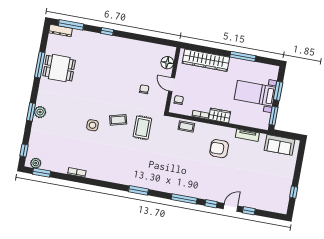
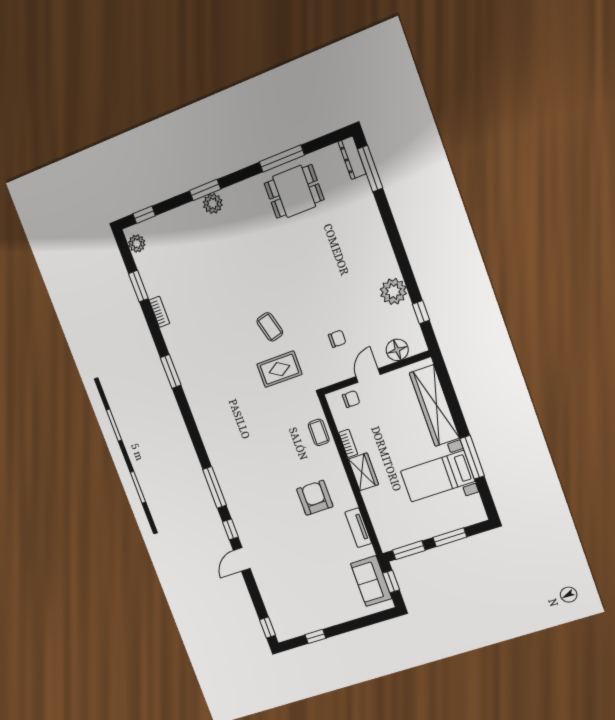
window: (107, 31) -> (421, 312), moved
plant: (137, 48) -> (393, 291), added
dining table: (59, 68) -> (294, 191), turned 90
bed with nightstands: (255, 93) -> (438, 476), moved, turned -90
side table: (93, 125) -> (240, 294), removed
window: (285, 135) -> (391, 582), added
window: (42, 173) -> (138, 286), moved
window: (138, 190) -> (171, 371), moved
door: (231, 207) -> (242, 559), swing flipped
window: (249, 211) -> (267, 628), moved

